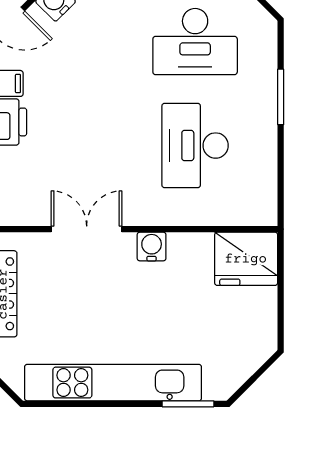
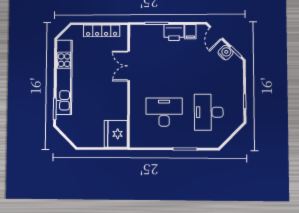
double door: (87, 229) -> (129, 66), swing flipped
water cooler: (152, 247) -> (121, 93), removed

